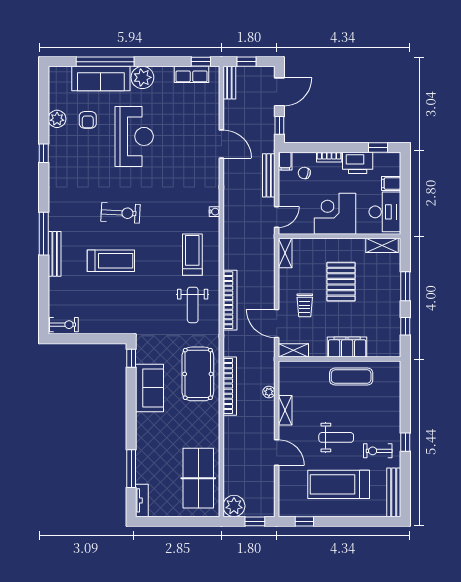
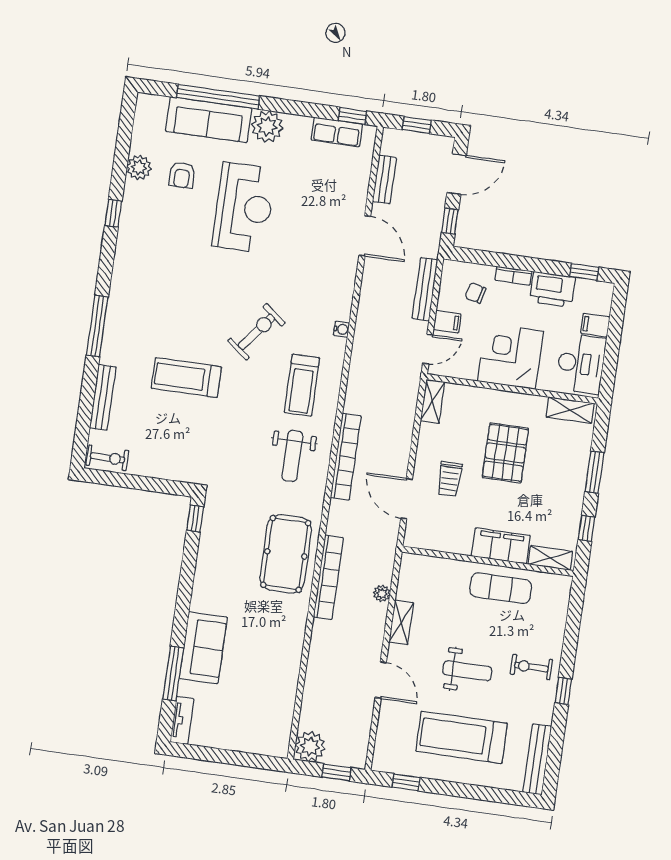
bench: (229, 83) -> (384, 180), moved
filing cabinet: (285, 161) -> (447, 322), moved, turned -90
exercise bike: (121, 213) -> (256, 332), moved, turned -55
bench: (55, 254) -> (103, 397), moved
treadmill: (192, 255) -> (302, 385), turned 180
treadmill: (111, 261) -> (186, 378), turned 180
shelving: (293, 350) -> (550, 558), moved
sofa: (149, 388) -> (203, 648), moved
exercise bike: (378, 451) -> (531, 667), moved
table tennis table: (198, 478) -> (265, 700), removed

